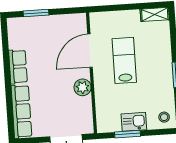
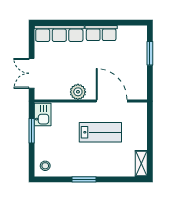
kitchen sink: (134, 122) -> (43, 115), moved

